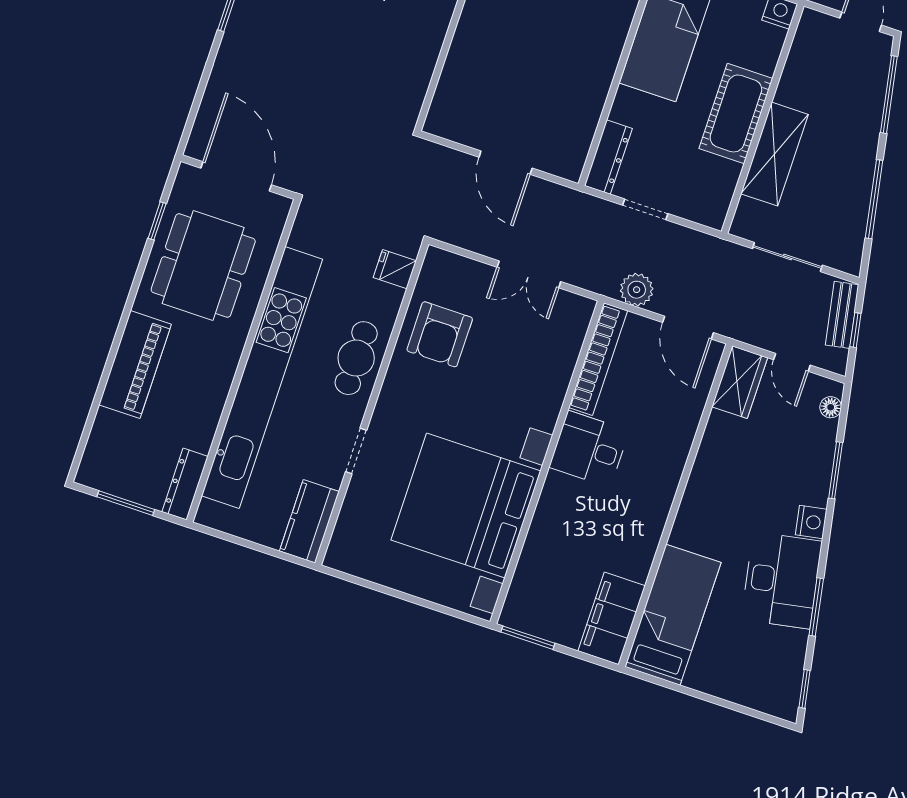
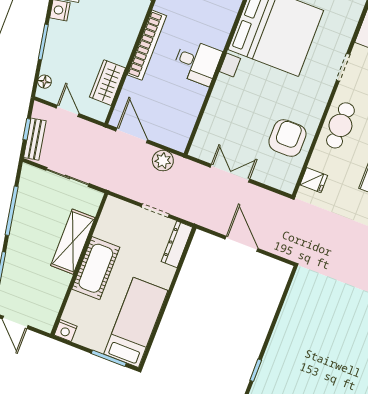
bookcase: (598, 359) -> (147, 45), moved, turned 180
wardrobe: (740, 382) -> (107, 83), moved

